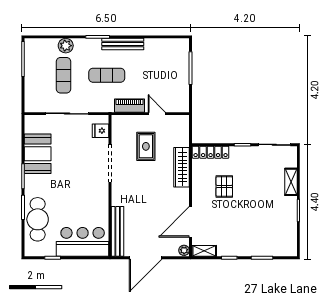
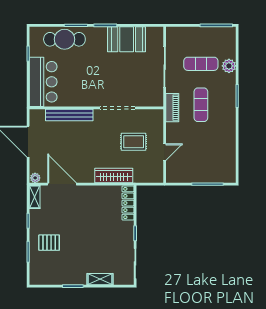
bench: (123, 44) -> (230, 120), removed
piano: (130, 106) -> (172, 108), moved
fridge: (101, 131) -> (148, 99), removed
pallet: (224, 186) -> (49, 243), moved
bench: (118, 231) -> (69, 115), moved

